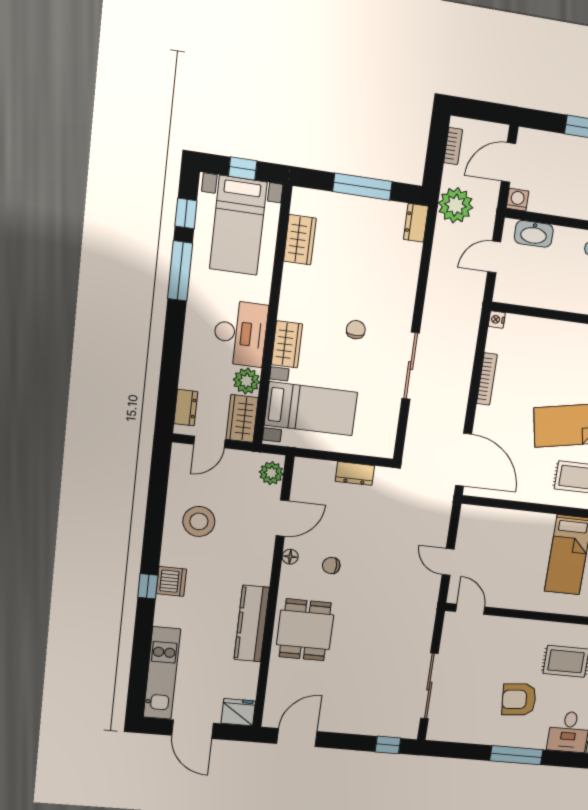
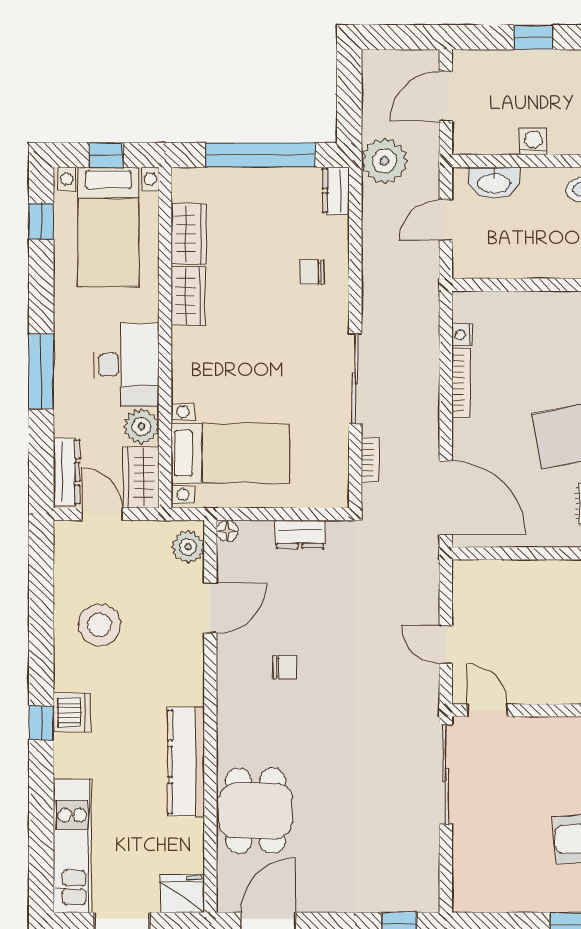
bookcase: (453, 146) -> (370, 460), moved
window: (362, 187) -> (260, 155), width x1.46
washing machine: (517, 200) -> (533, 142), moved
window: (180, 271) -> (41, 371), moved
nightstand: (497, 319) -> (462, 335), moved
chair: (356, 330) -> (312, 272), moved, turned -90
wardrobe: (287, 344) -> (188, 296), moved
dresser: (186, 408) -> (67, 472), width x1.44
door: (209, 442) -> (102, 514), swing flipped
floor lamp: (290, 557) -> (227, 531), moved
chair: (331, 566) -> (285, 667), turned 180
dining table: (305, 630) -> (256, 811), moved
sliding door: (429, 686) -> (446, 775), moved

